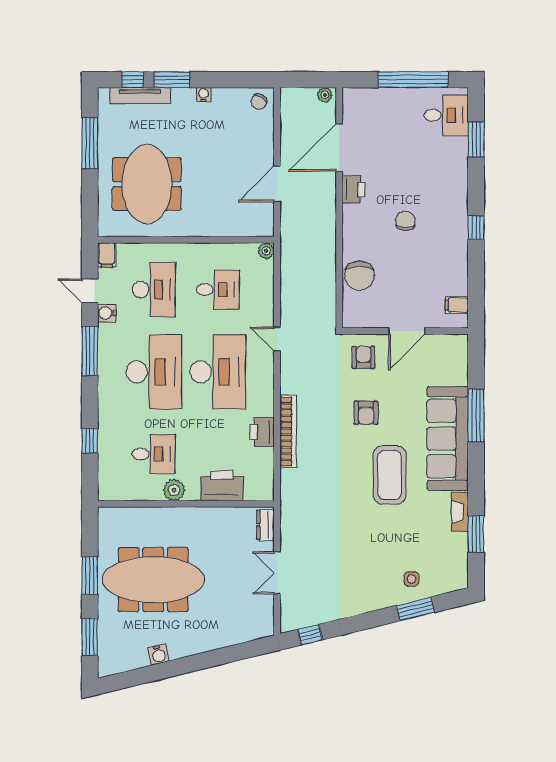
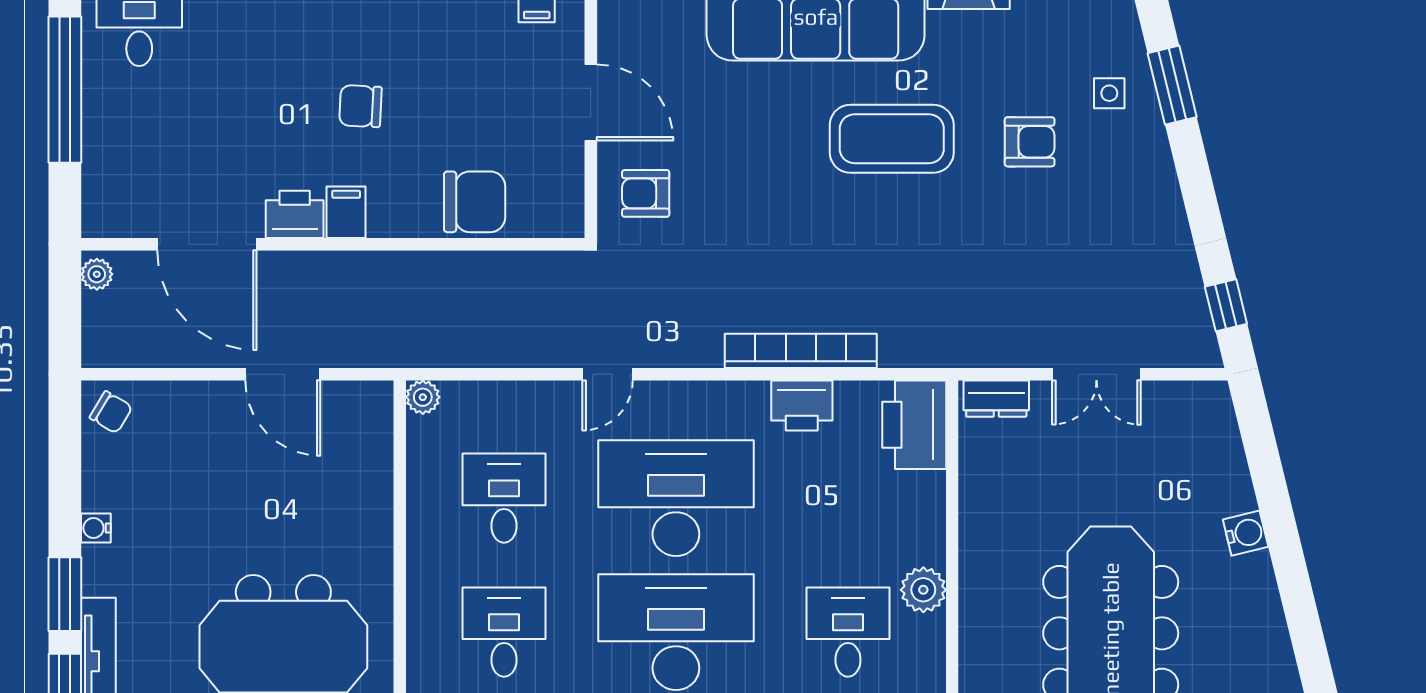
filing cabinet: (354, 214) -> (346, 212), added
desk: (154, 290) -> (504, 632), width x0.73
armchair: (366, 413) -> (1030, 142), moved
printer: (222, 486) -> (914, 425), moved
water cooler: (159, 654) -> (1246, 533), moved

